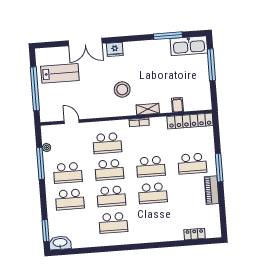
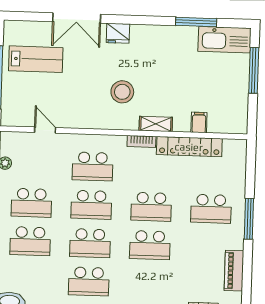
locker: (190, 121) -> (189, 147), moved
piano: (212, 190) -> (234, 271), moved

